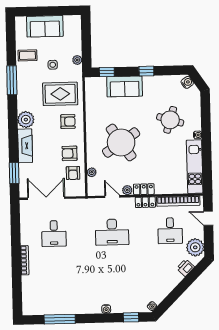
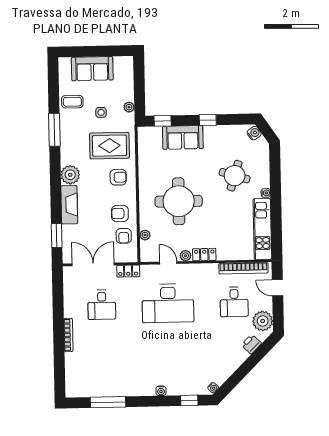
round table: (121, 142) -> (179, 201), turned 34
locker: (145, 202) -> (128, 271), moved
desk: (112, 232) -> (168, 303), width x1.36, depth x1.30

